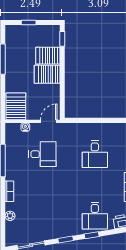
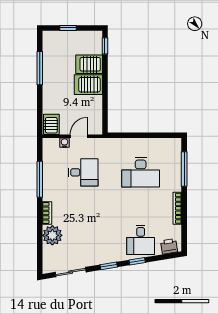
server rack: (16, 106) -> (51, 124), width x0.73, depth x0.70
door: (49, 121) -> (79, 136), moved
desk: (95, 154) -> (141, 172), width x1.37
plant: (10, 216) -> (52, 235), width x1.88, depth x1.88

